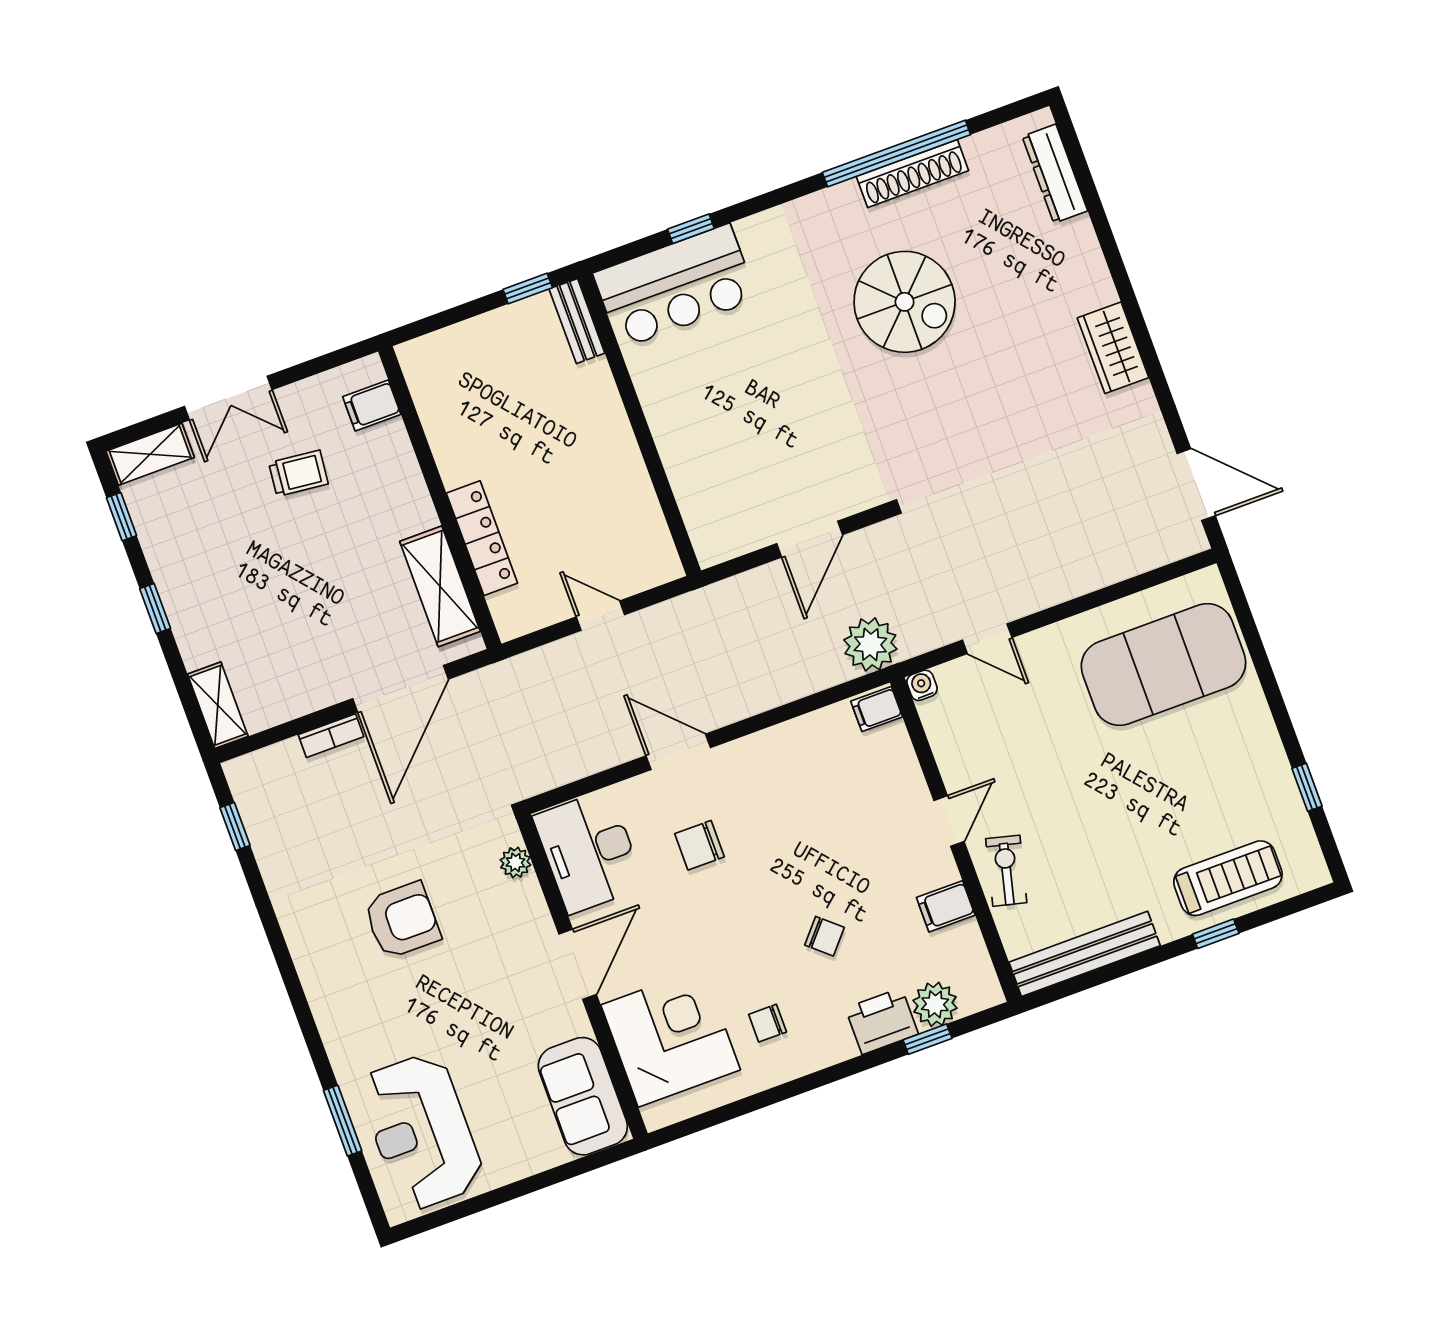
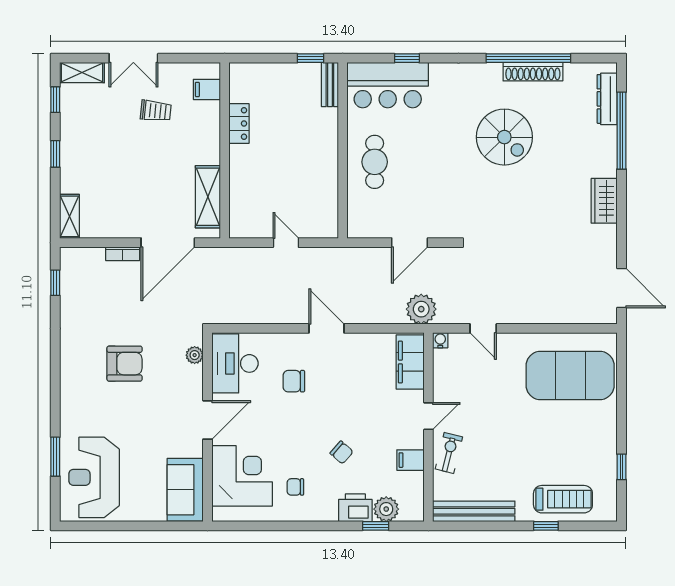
window: (1099, 218) -> (622, 131), added
cafe table: (700, 424) -> (375, 162), added
locker: (482, 538) -> (239, 123), moved, width x0.66
filing cabinet: (877, 709) -> (410, 362), width x3.00, depth x1.17
door: (678, 752) -> (327, 328), moved

